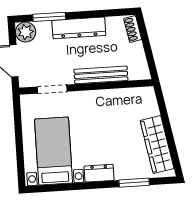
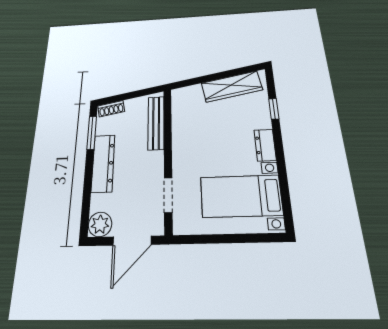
window: (49, 17) -> (92, 133), moved
bench: (101, 75) -> (156, 123), moved
window: (134, 183) -> (274, 109), width x0.67

